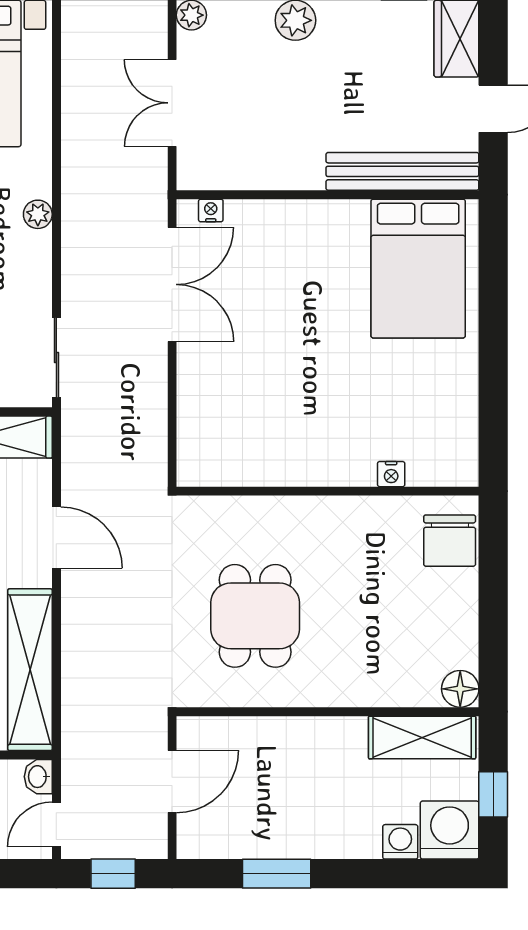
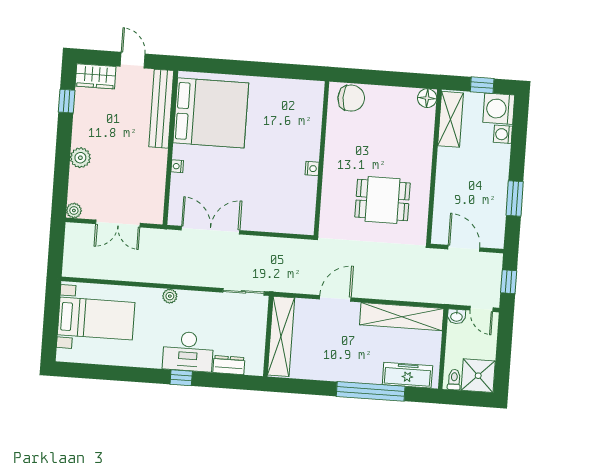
nightstand: (211, 210) -> (177, 166), moved
bed: (418, 269) -> (211, 113), width x1.36
nightstand: (391, 474) -> (312, 169), moved

